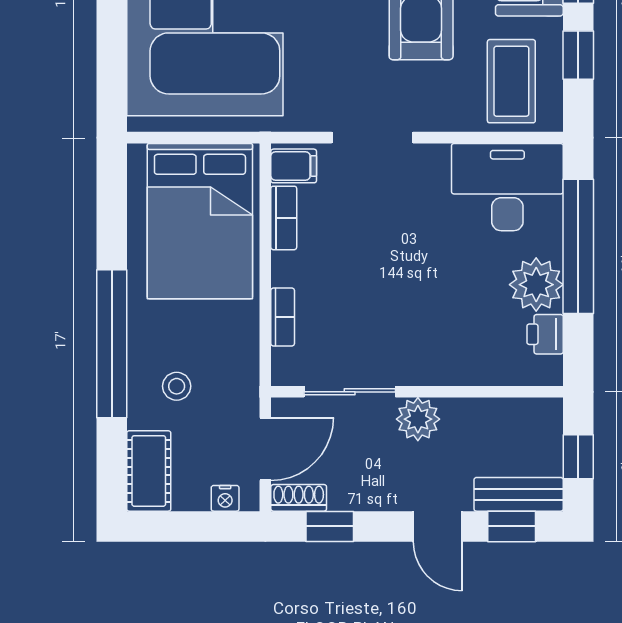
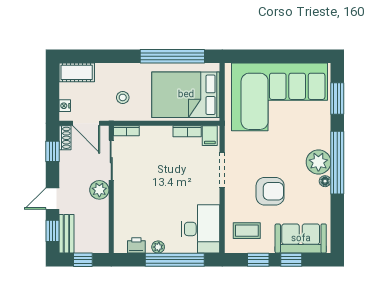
coffee table: (511, 81) -> (247, 231), width x0.73, depth x0.77
plant: (536, 285) -> (158, 247), width x0.53, depth x0.53
bookcase: (283, 317) -> (126, 131), moved
window: (112, 344) -> (172, 56), moved
stool: (177, 386) -> (123, 97), moved

